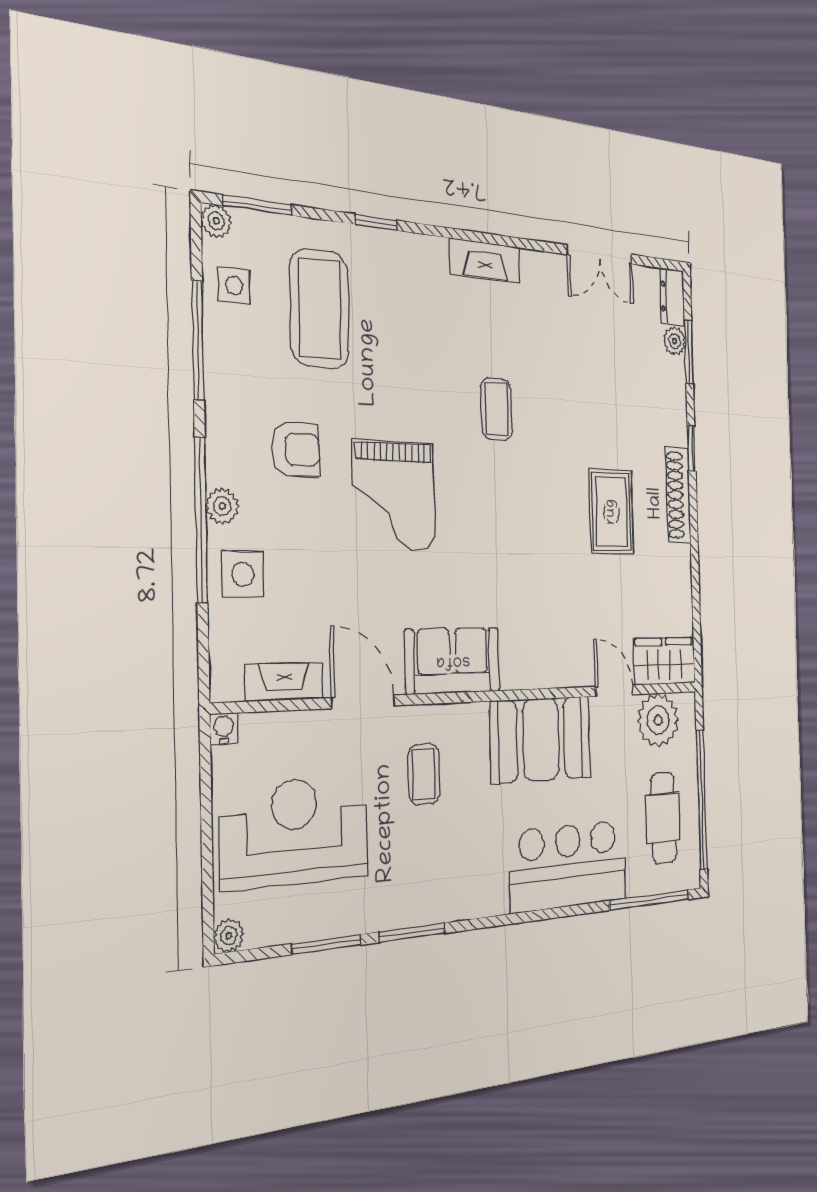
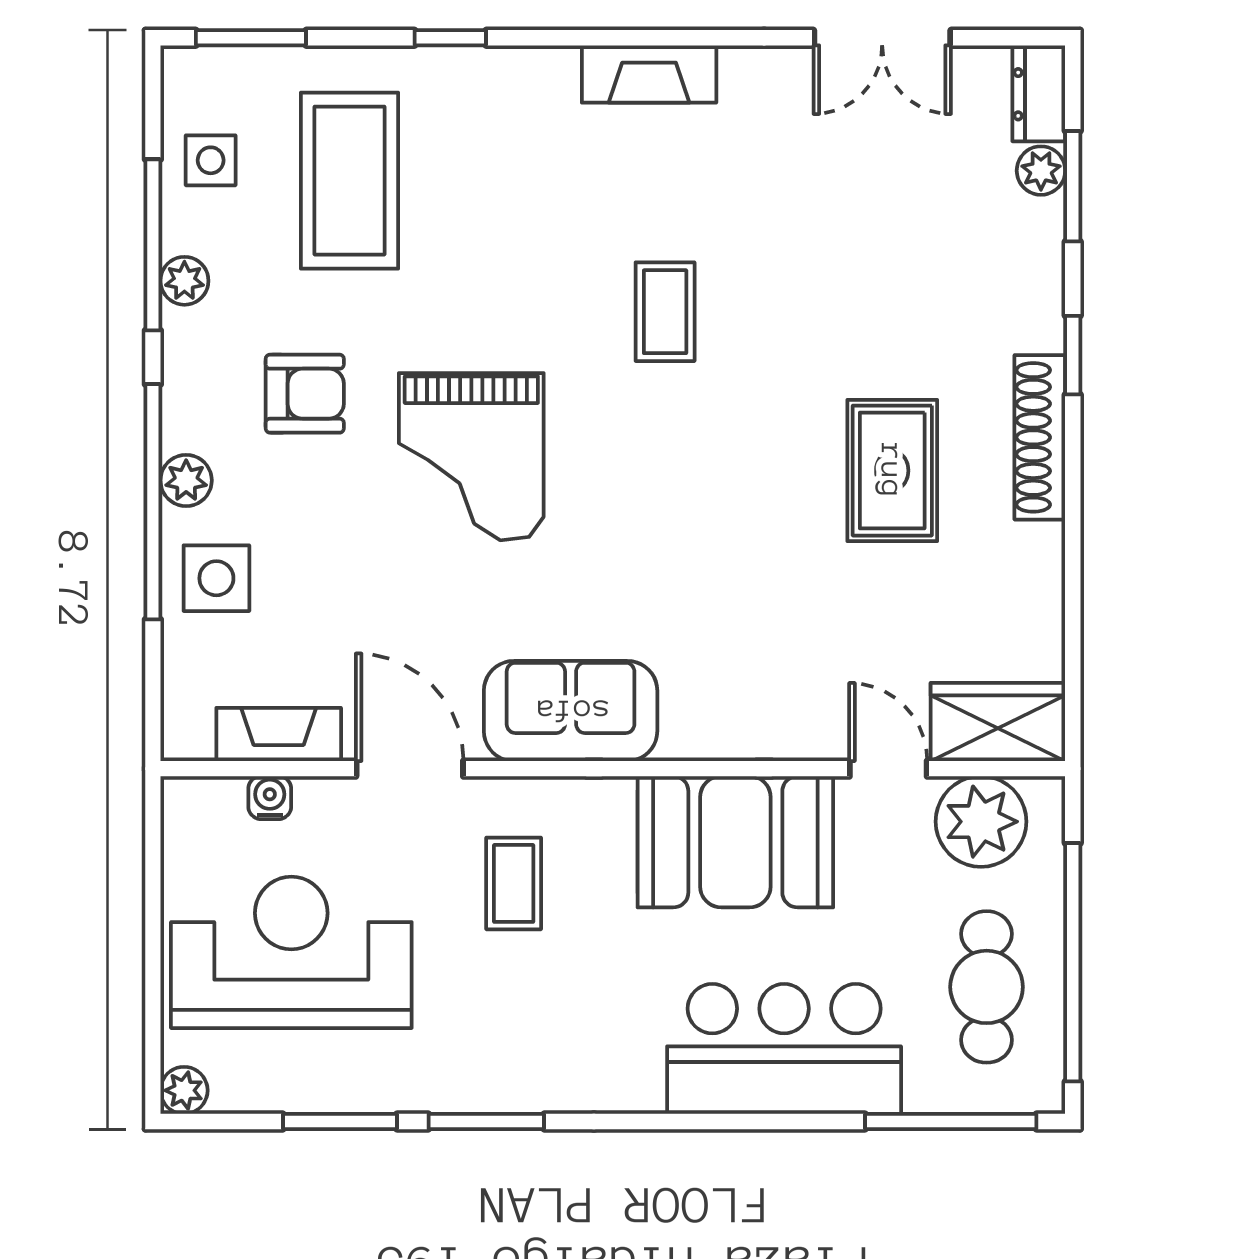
plant: (216, 221) -> (184, 281), moved
water cooler: (224, 728) -> (270, 798), moved

